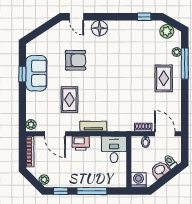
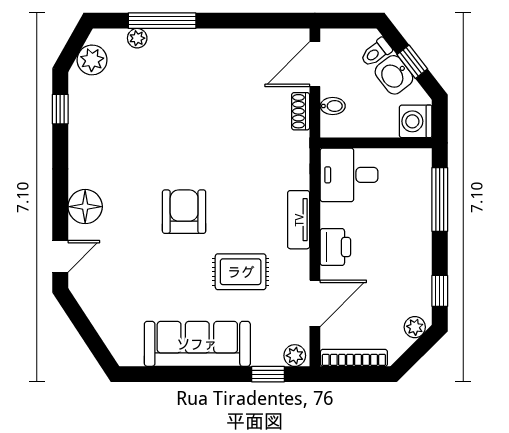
armchair: (76, 60) -> (184, 212), moved
sofa: (36, 73) -> (197, 344), width x1.36
window: (22, 74) -> (268, 374), moved
rug: (164, 78) -> (194, 67), removed
window: (166, 178) -> (412, 62), added
window: (92, 191) -> (440, 199), moved

